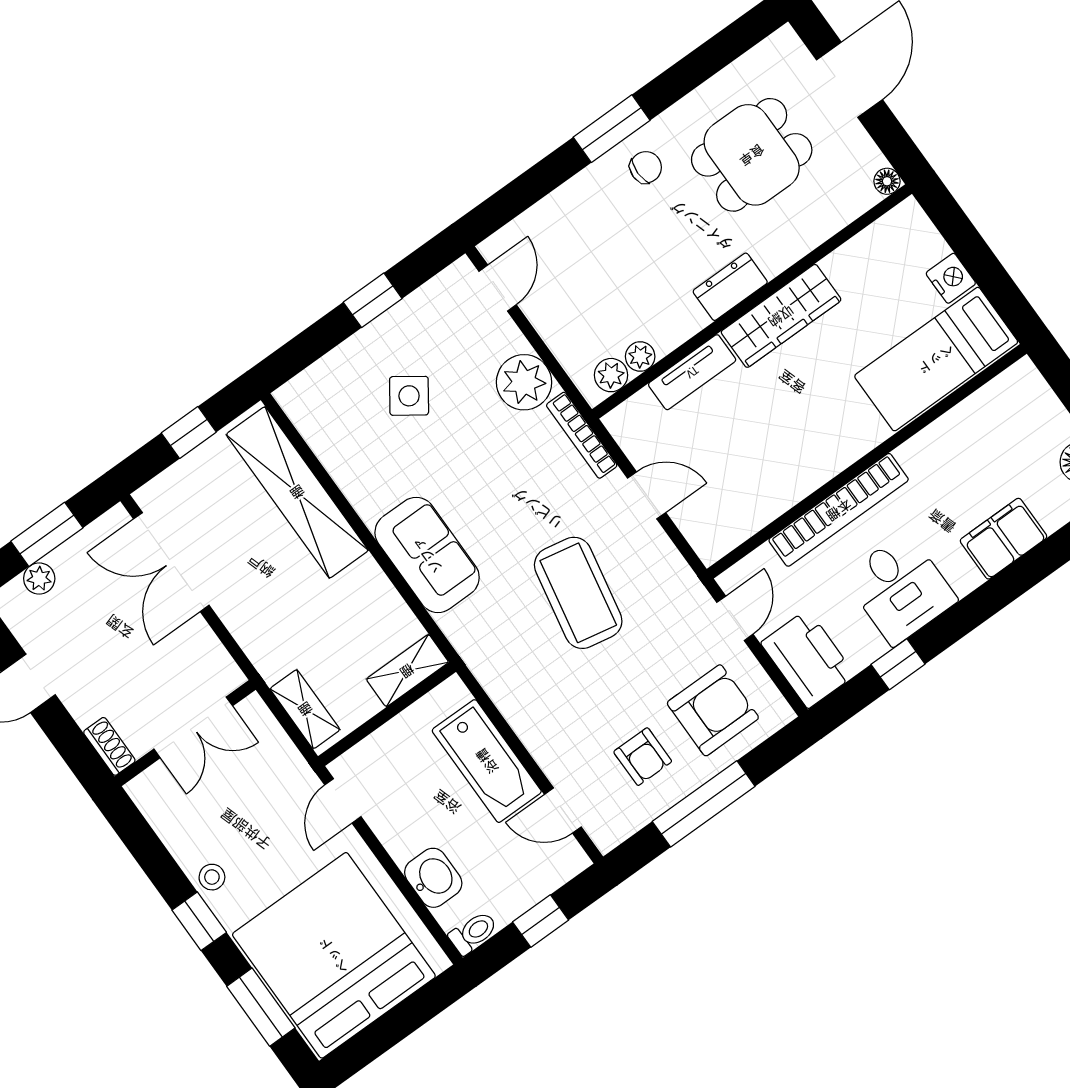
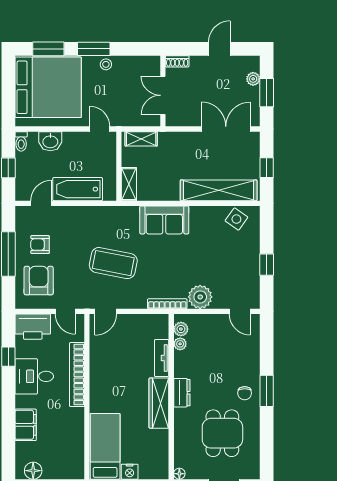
side table: (409, 396) -> (236, 219), moved
door: (647, 495) -> (106, 311), moved
armchair: (713, 710) -> (39, 281), turned 180
window: (199, 921) -> (94, 49), width x1.50

